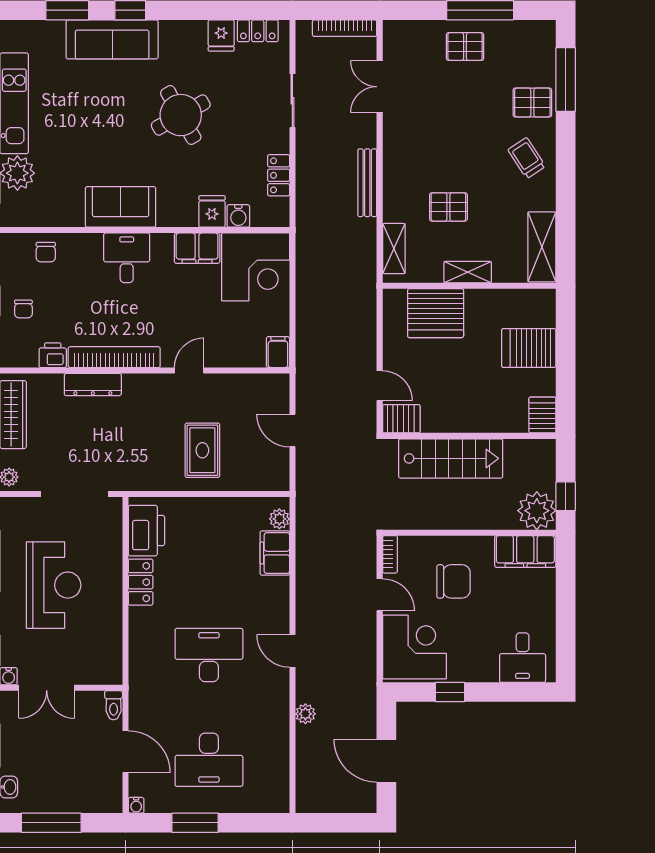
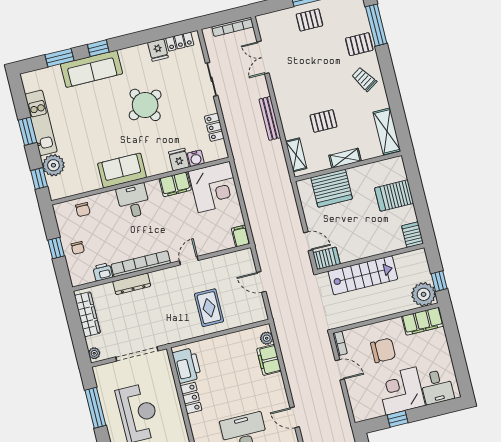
corner desk: (414, 647) -> (401, 391), moved, turned -90

